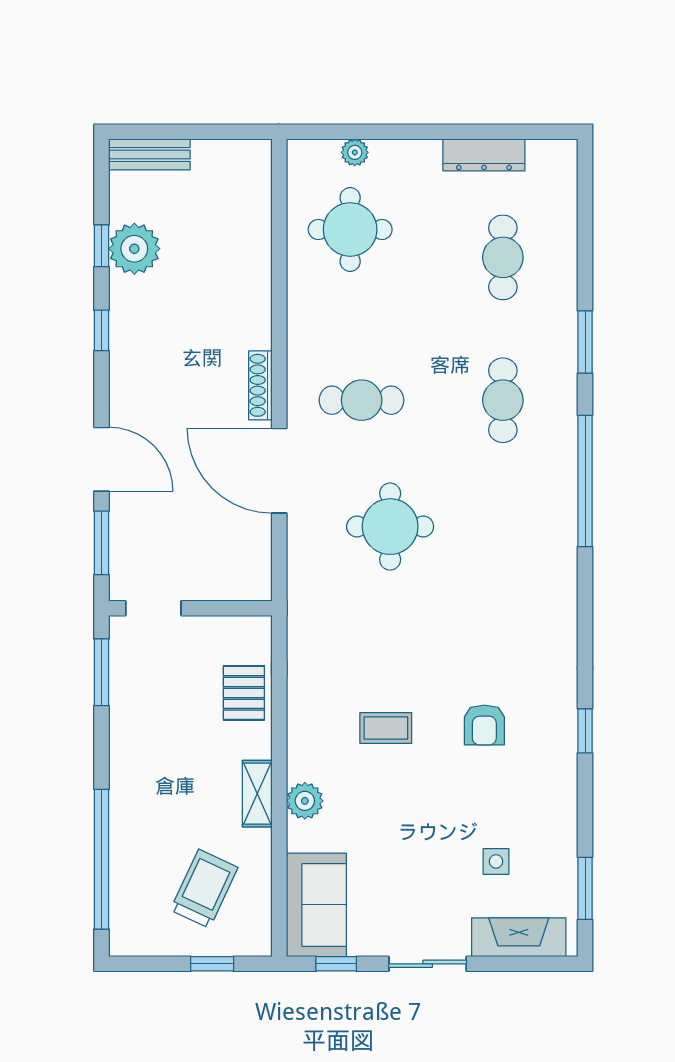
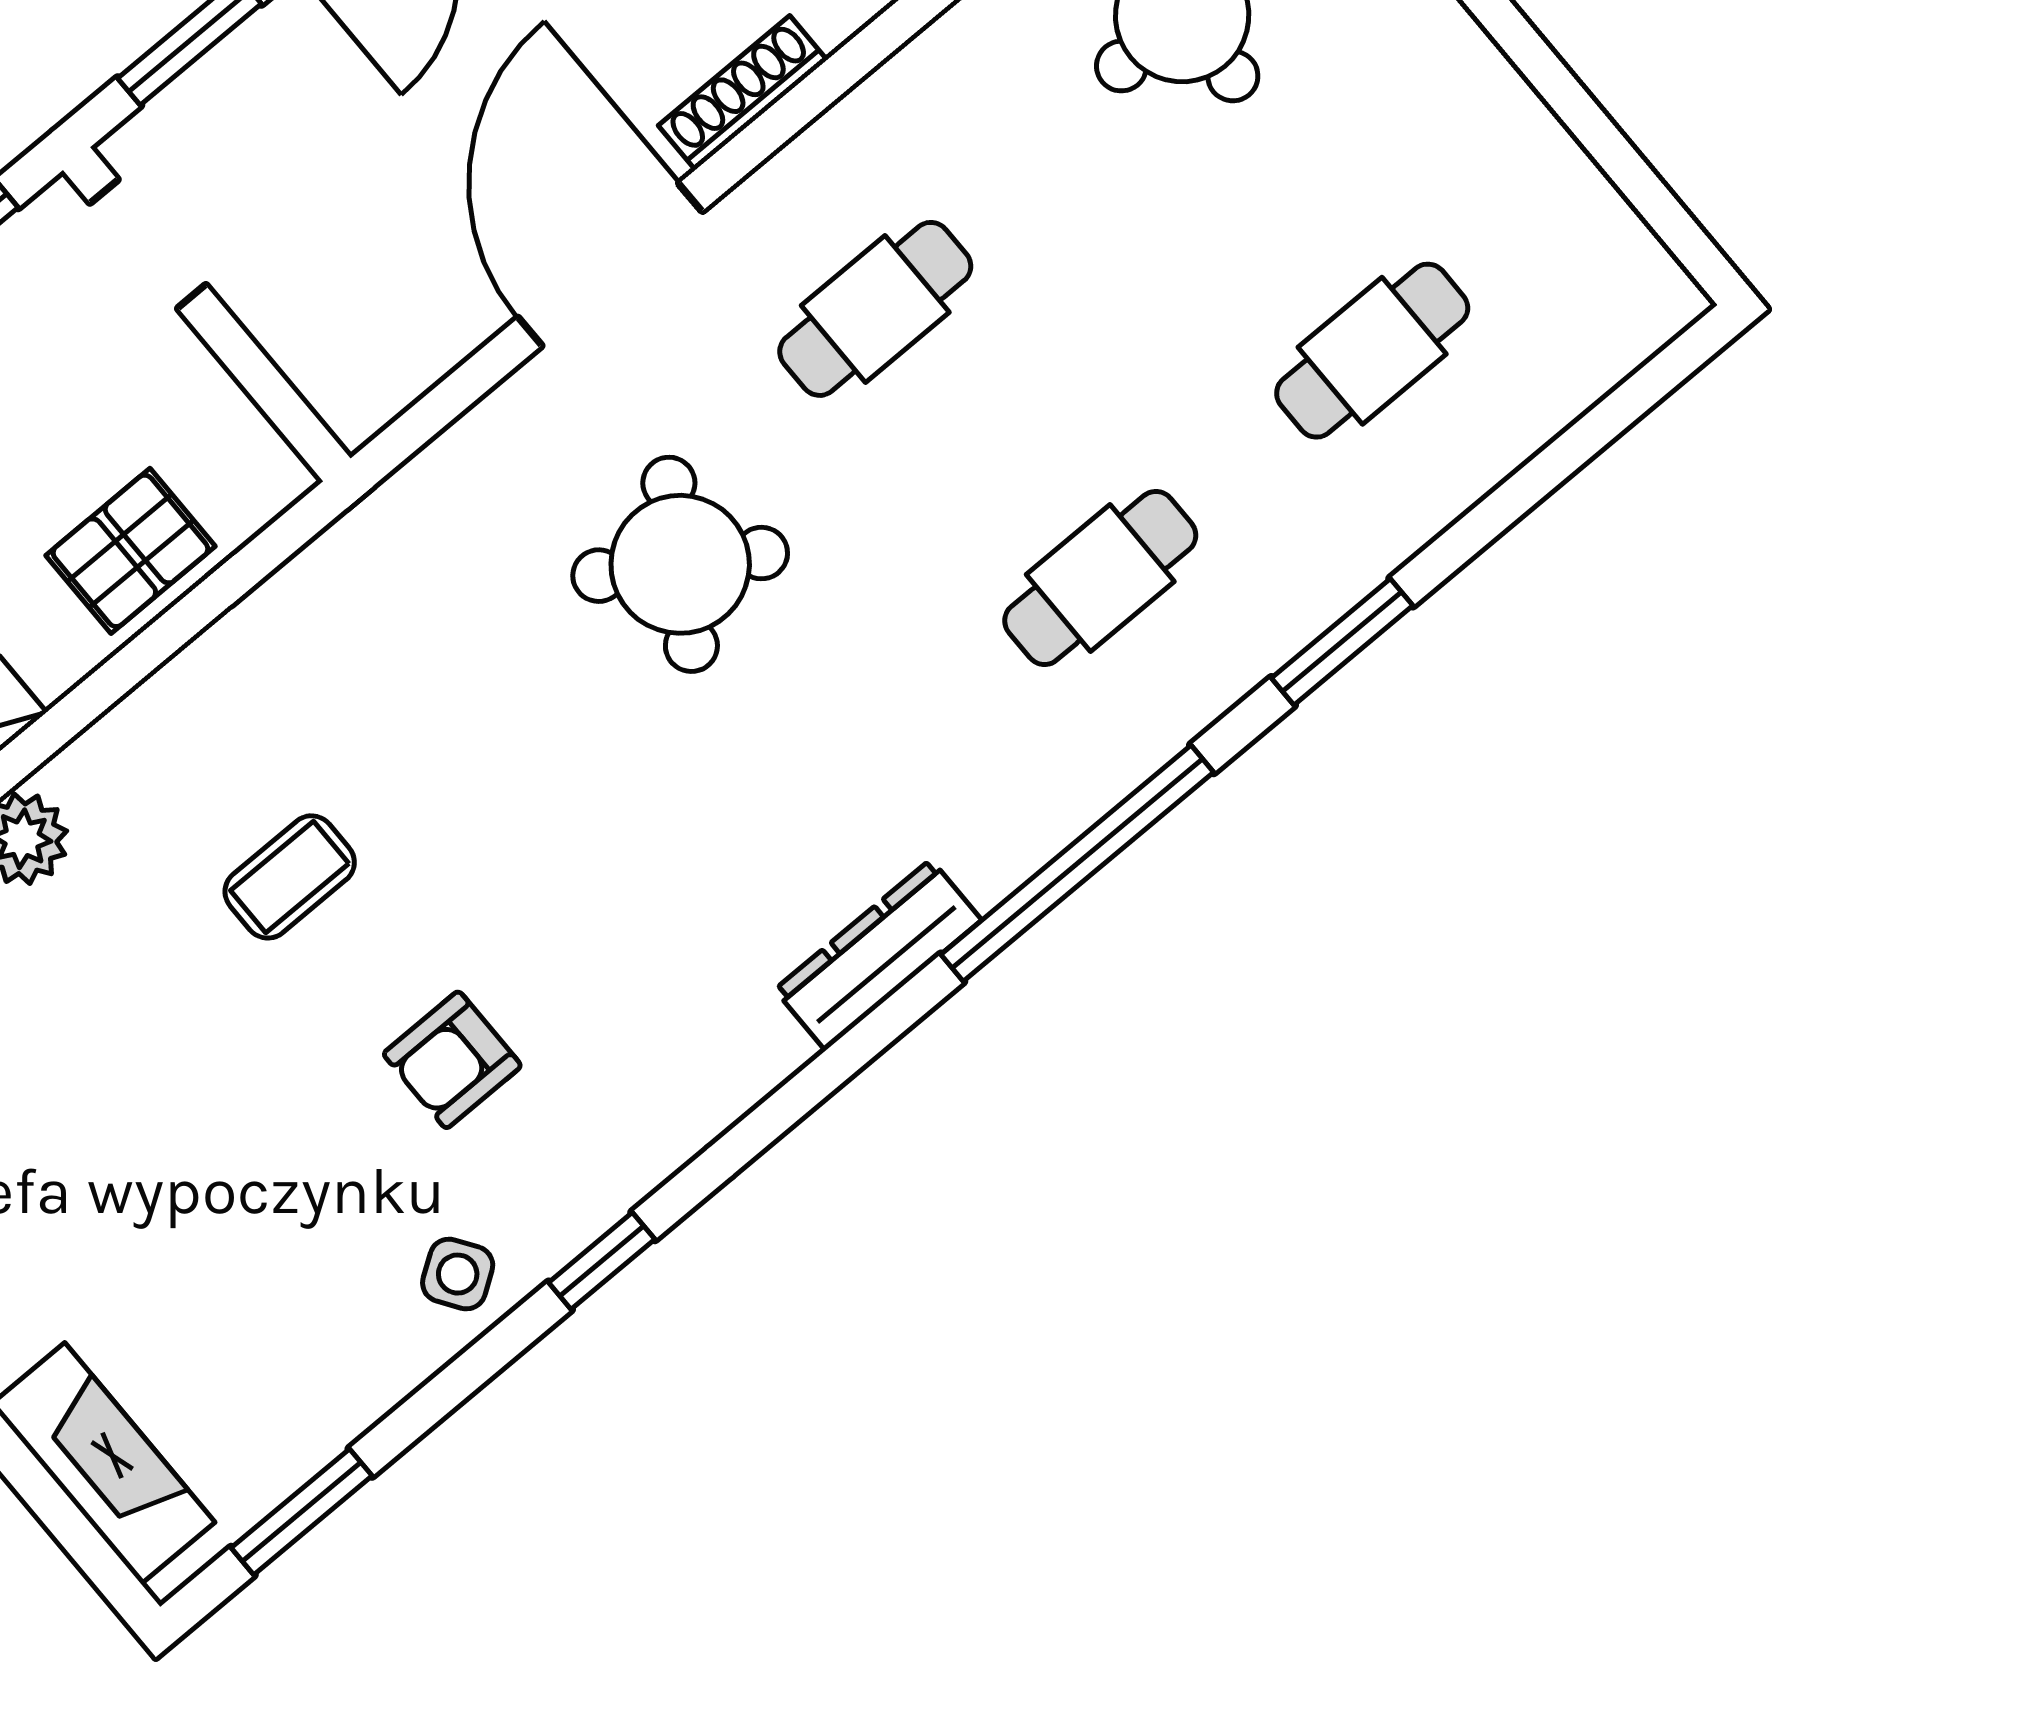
dresser: (484, 155) -> (878, 955), moved, turned 90
cafe table: (362, 400) -> (875, 309), turned 90
round table: (390, 527) -> (680, 564), turned 32
coffee table: (386, 728) -> (290, 877), turned 90
side table: (496, 861) -> (458, 1274), moved, turned -34

